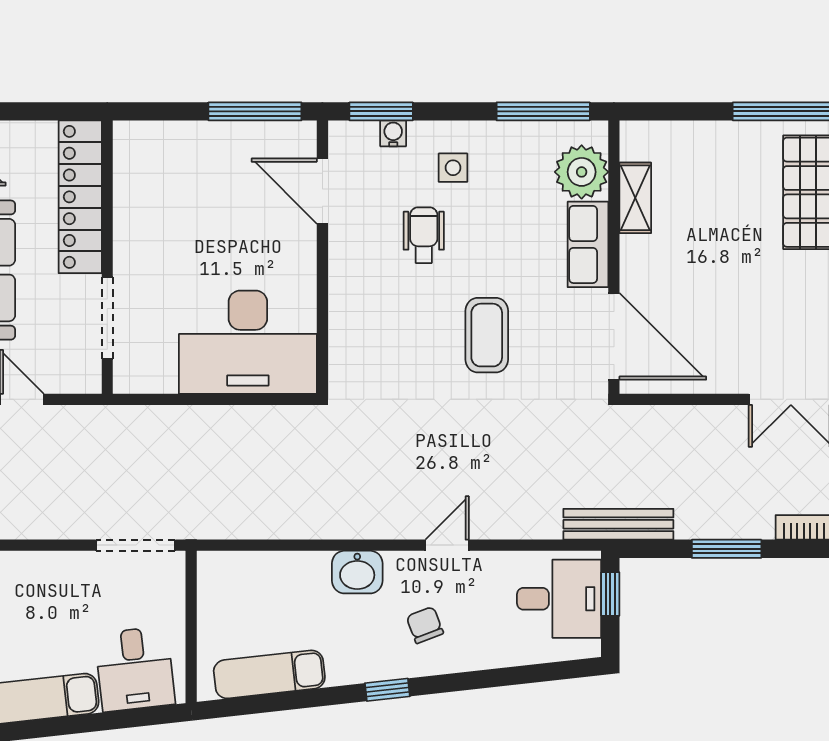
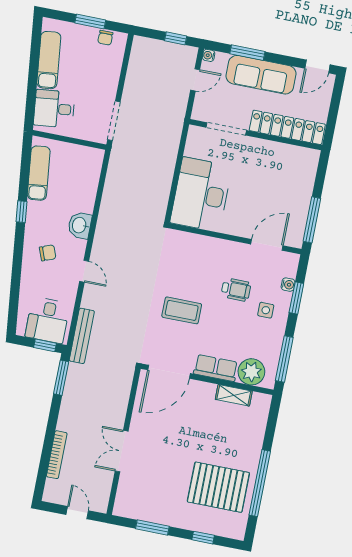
window: (381, 111) -> (296, 298), moved
bench: (618, 524) -> (82, 336), moved
window: (727, 549) -> (61, 378), moved
window: (387, 690) -> (21, 212), moved

